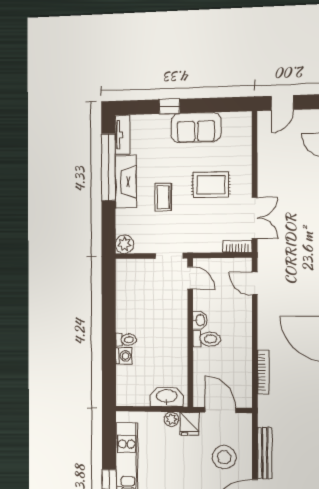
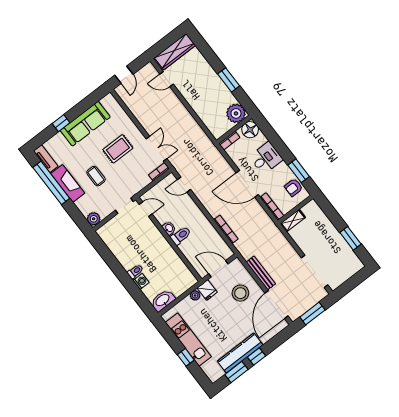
sofa: (196, 128) -> (85, 124), width x1.36
washbasin: (167, 397) -> (163, 300), moved

